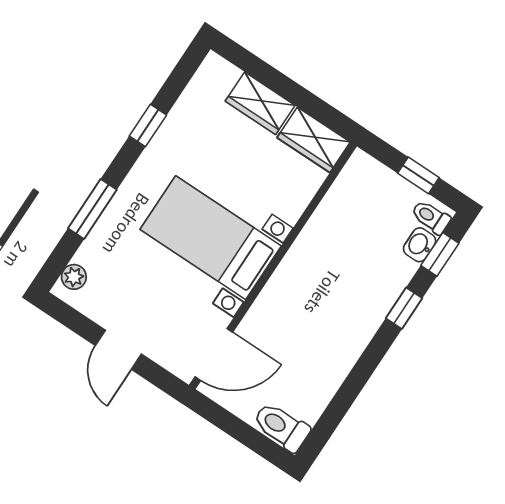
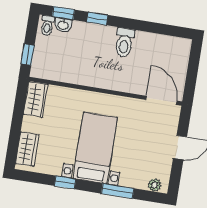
wardrobe: (260, 103) -> (27, 149), moved
window: (418, 175) -> (28, 55), moved
bed with nightstands: (211, 238) -> (95, 148), moved, turned 180
toilet: (281, 427) -> (124, 43), moved

